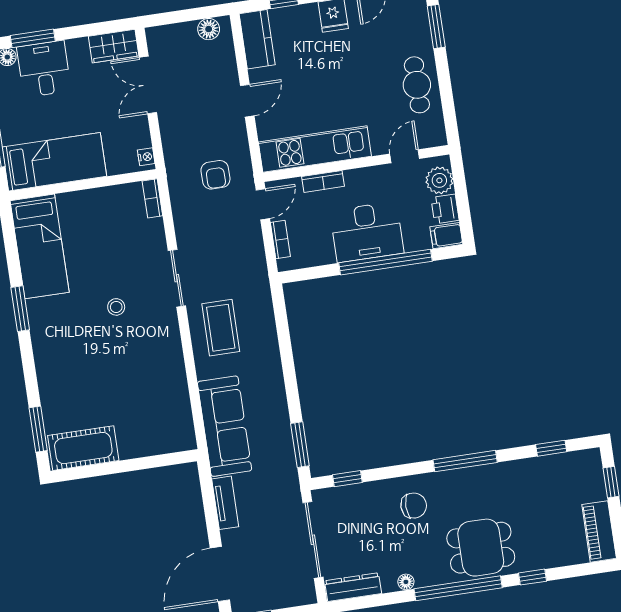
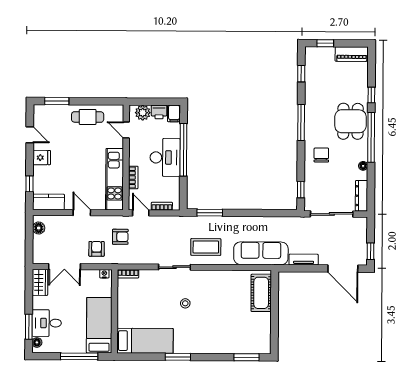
armchair: (188, 136) -> (97, 249), added
window: (300, 445) -> (210, 213), moved
cot: (83, 448) -> (261, 293), moved

